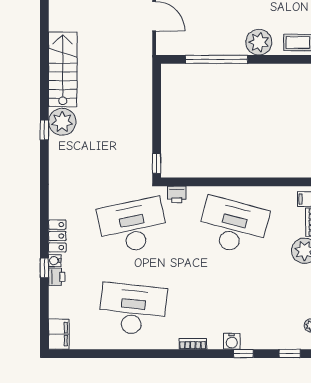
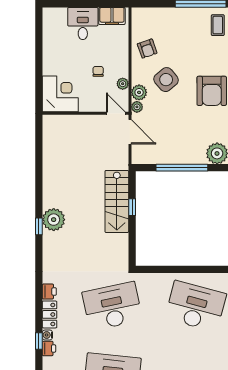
stairs: (63, 69) -> (117, 201), moved, turned 180
window: (157, 163) -> (132, 207), moved
printer: (177, 194) -> (49, 291), moved, turned -90

